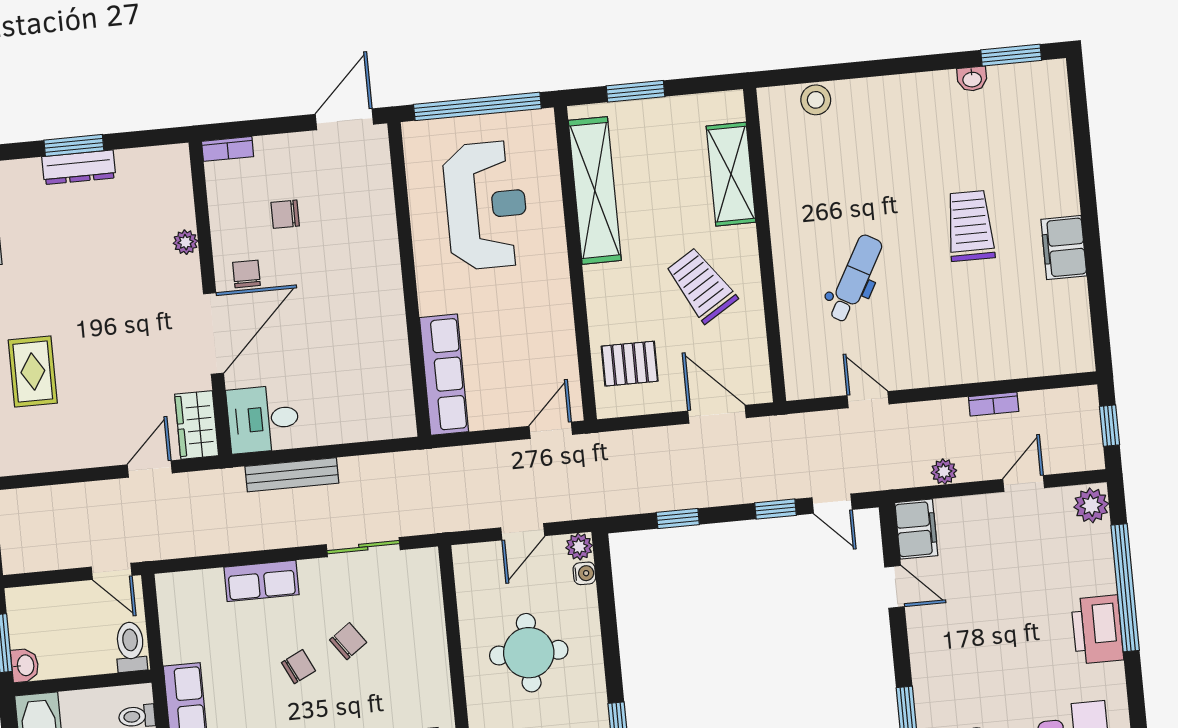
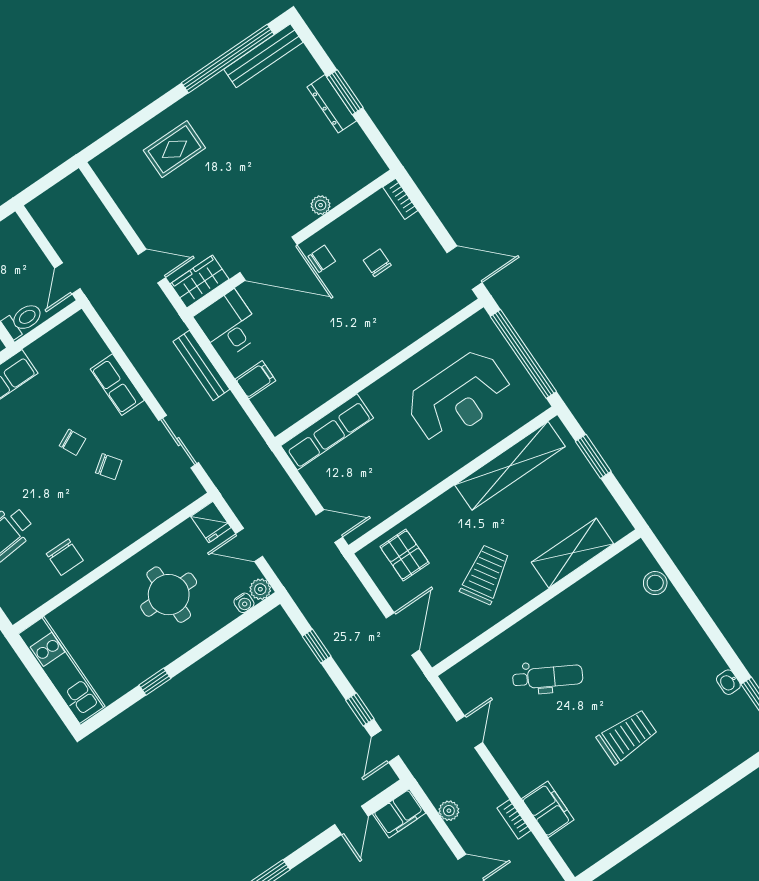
filing cabinet: (1064, 248) -> (548, 809), moved, turned 90
filing cabinet: (341, 423) -> (256, 380), added
fridge: (473, 561) -> (211, 522), added

